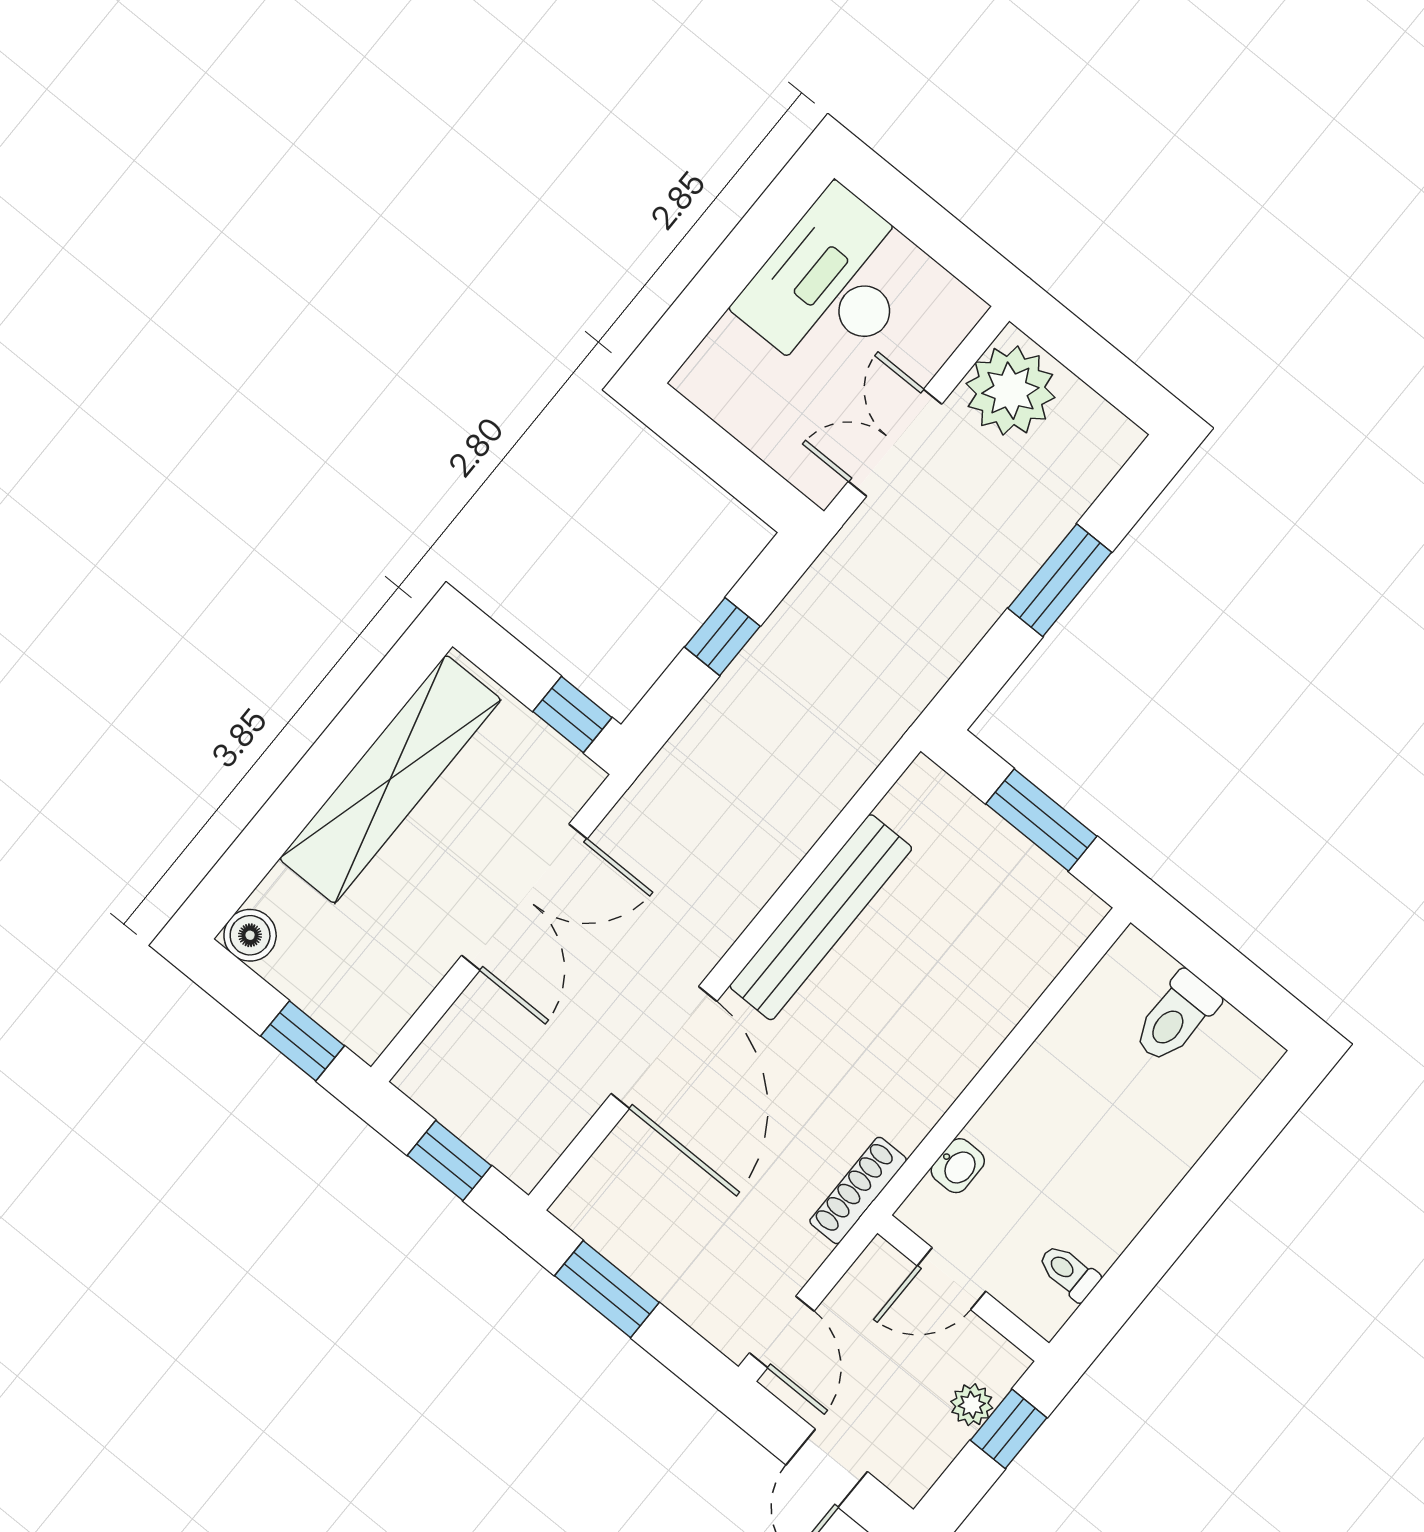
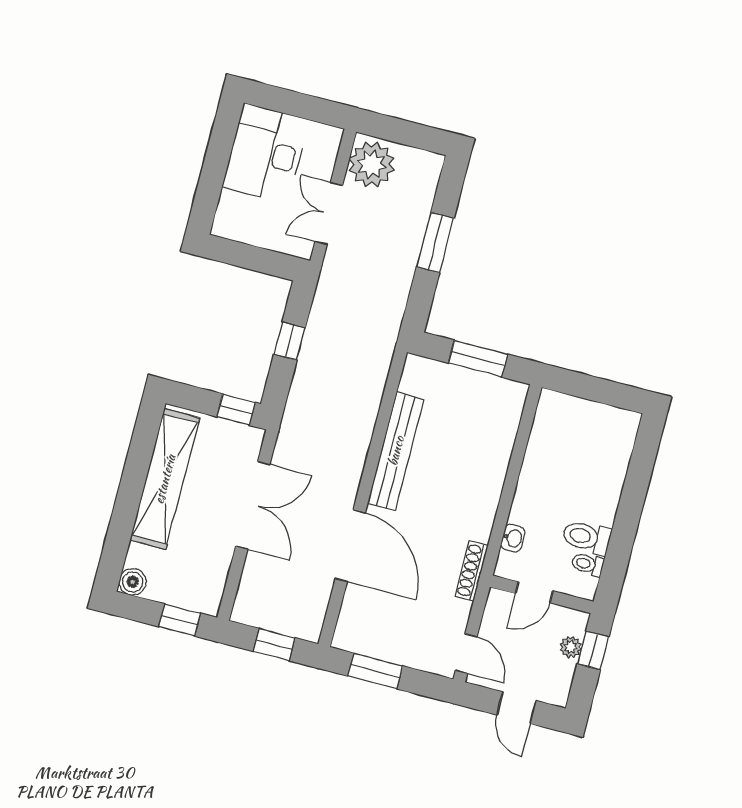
toilet: (1176, 1017) -> (587, 537), moved, turned 90

